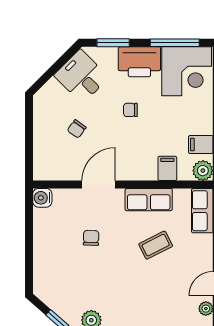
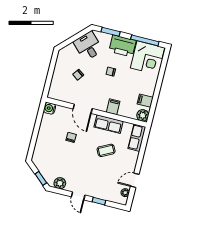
filing cabinet: (167, 168) -> (113, 107), moved
door: (99, 185) -> (83, 109), swing flipped

